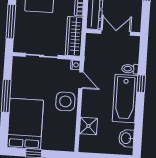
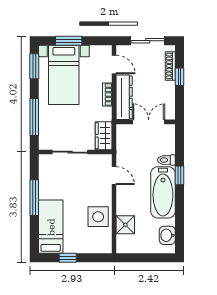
wardrobe: (74, 36) -> (104, 136), width x0.67
nightstand: (75, 65) -> (107, 159), removed
side table: (65, 101) -> (98, 217), moved
bed: (25, 124) -> (51, 227), width x0.67

